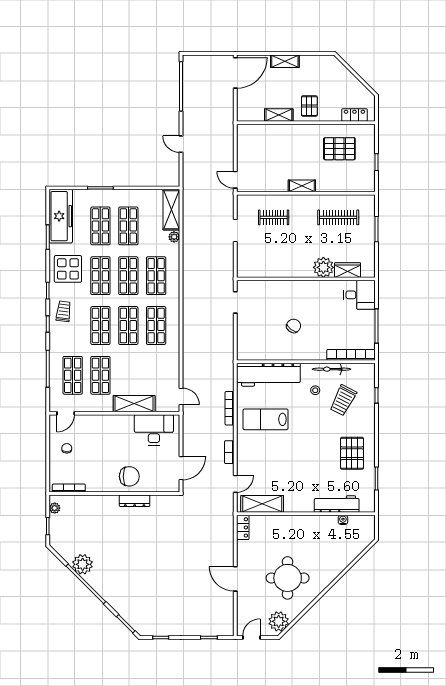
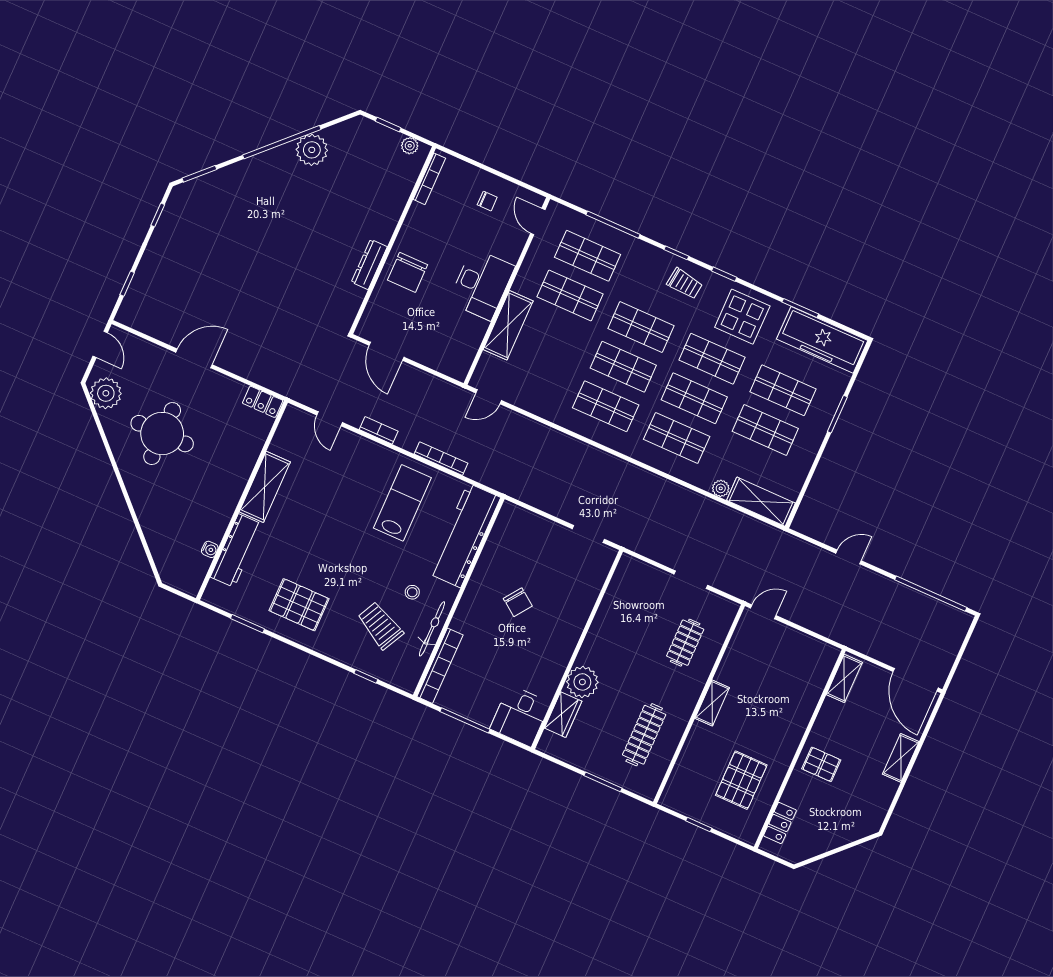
shelving: (279, 115) -> (844, 678), moved
desk: (154, 430) -> (482, 284), moved
shelving: (262, 504) -> (265, 487), moved

